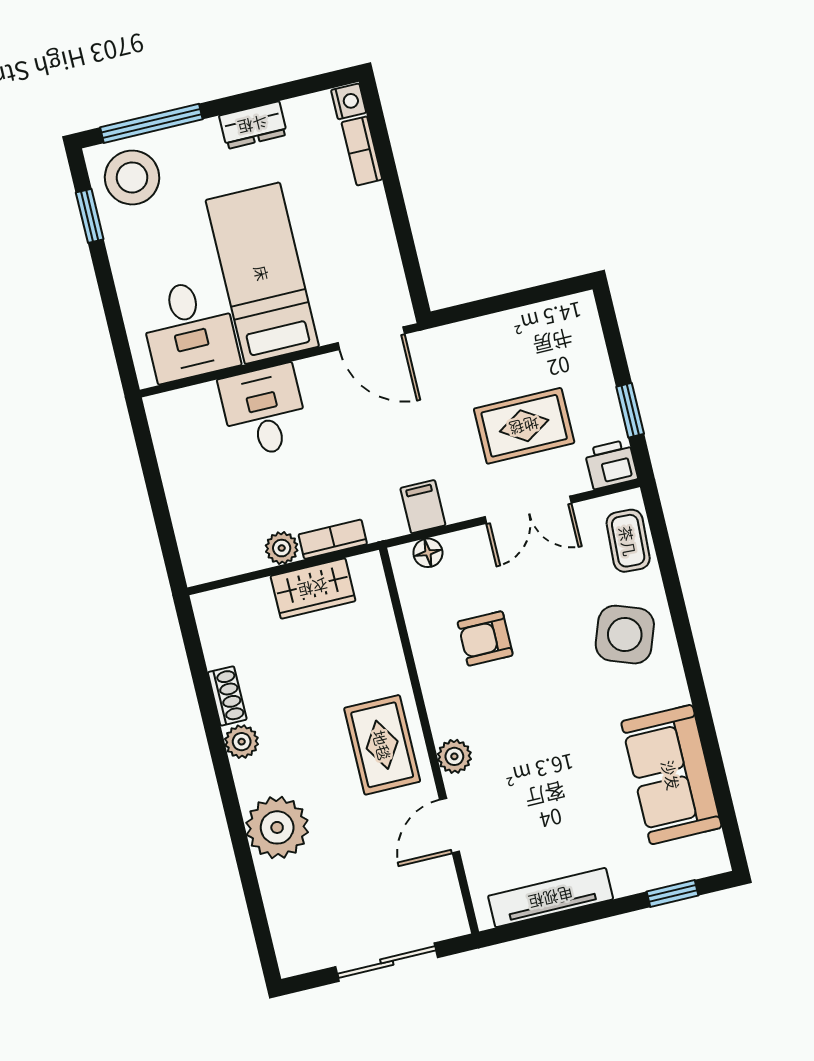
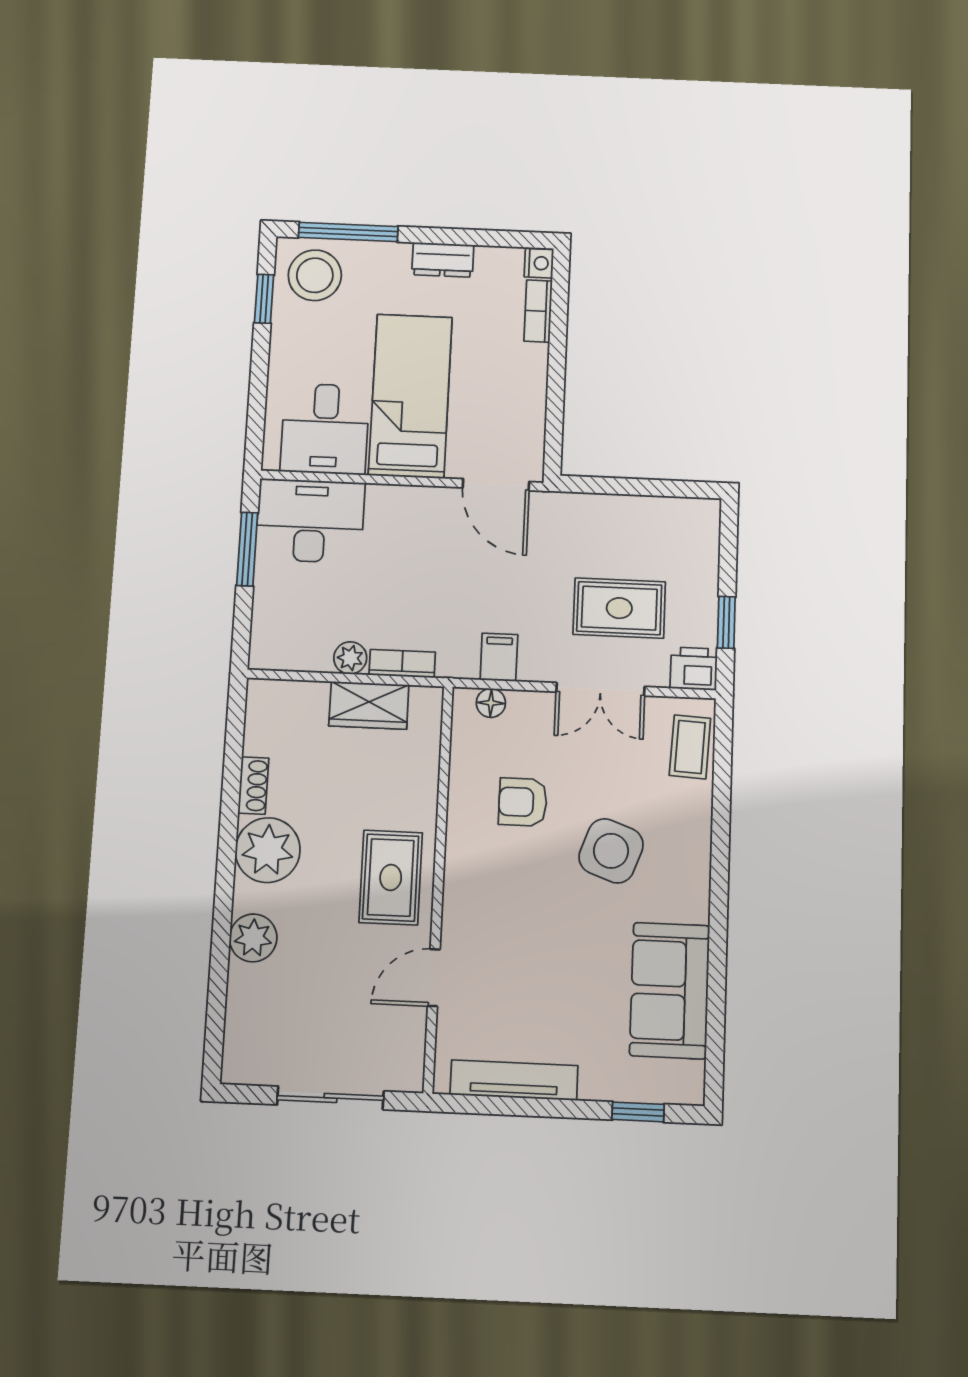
desk: (264, 411) -> (310, 521), moved, width x1.37
window: (151, 471) -> (247, 549), added
side table: (625, 635) -> (611, 851), moved
plant: (242, 742) -> (268, 850), width x1.88, depth x1.88
plant: (454, 756) -> (459, 910), removed
plant: (277, 827) -> (253, 938), width x0.73, depth x0.73

